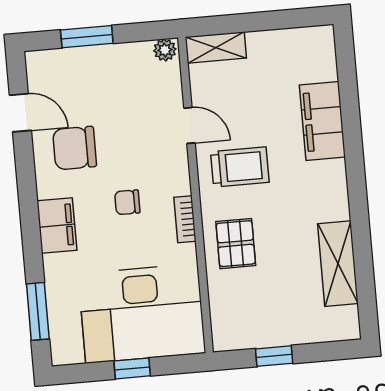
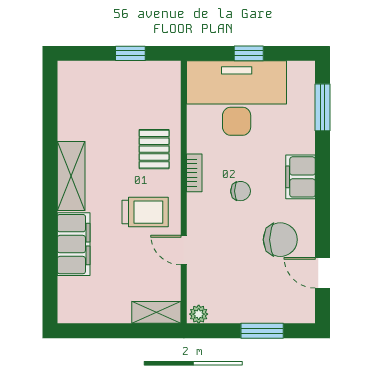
trolley: (240, 167) -> (145, 212), turned 180
shelving: (338, 264) -> (71, 176), moved

